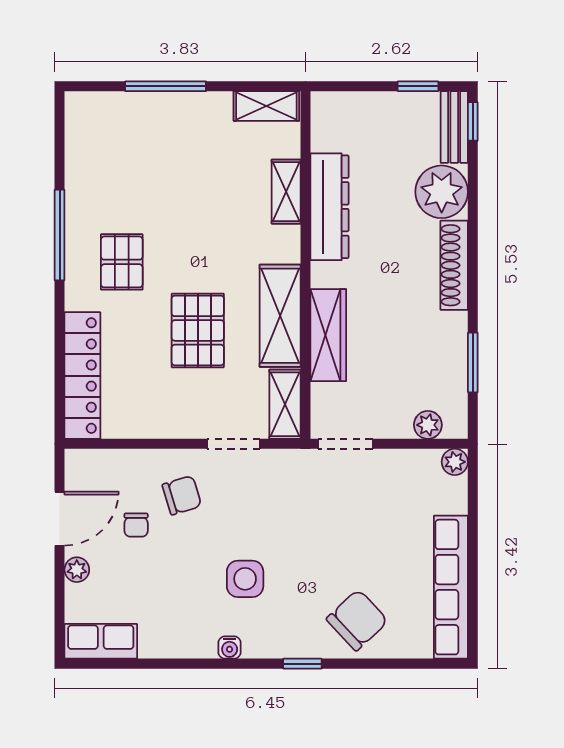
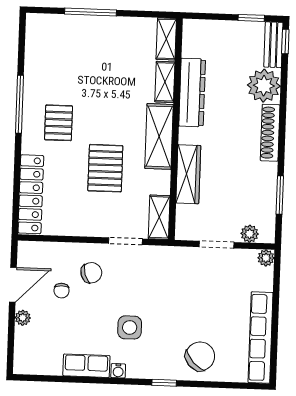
shelving: (266, 106) -> (166, 39), moved, turned 90
shelving: (280, 316) -> (159, 136), moved
doorway: (345, 444) -> (217, 245), moved
row of seats: (101, 641) -> (86, 366), moved

